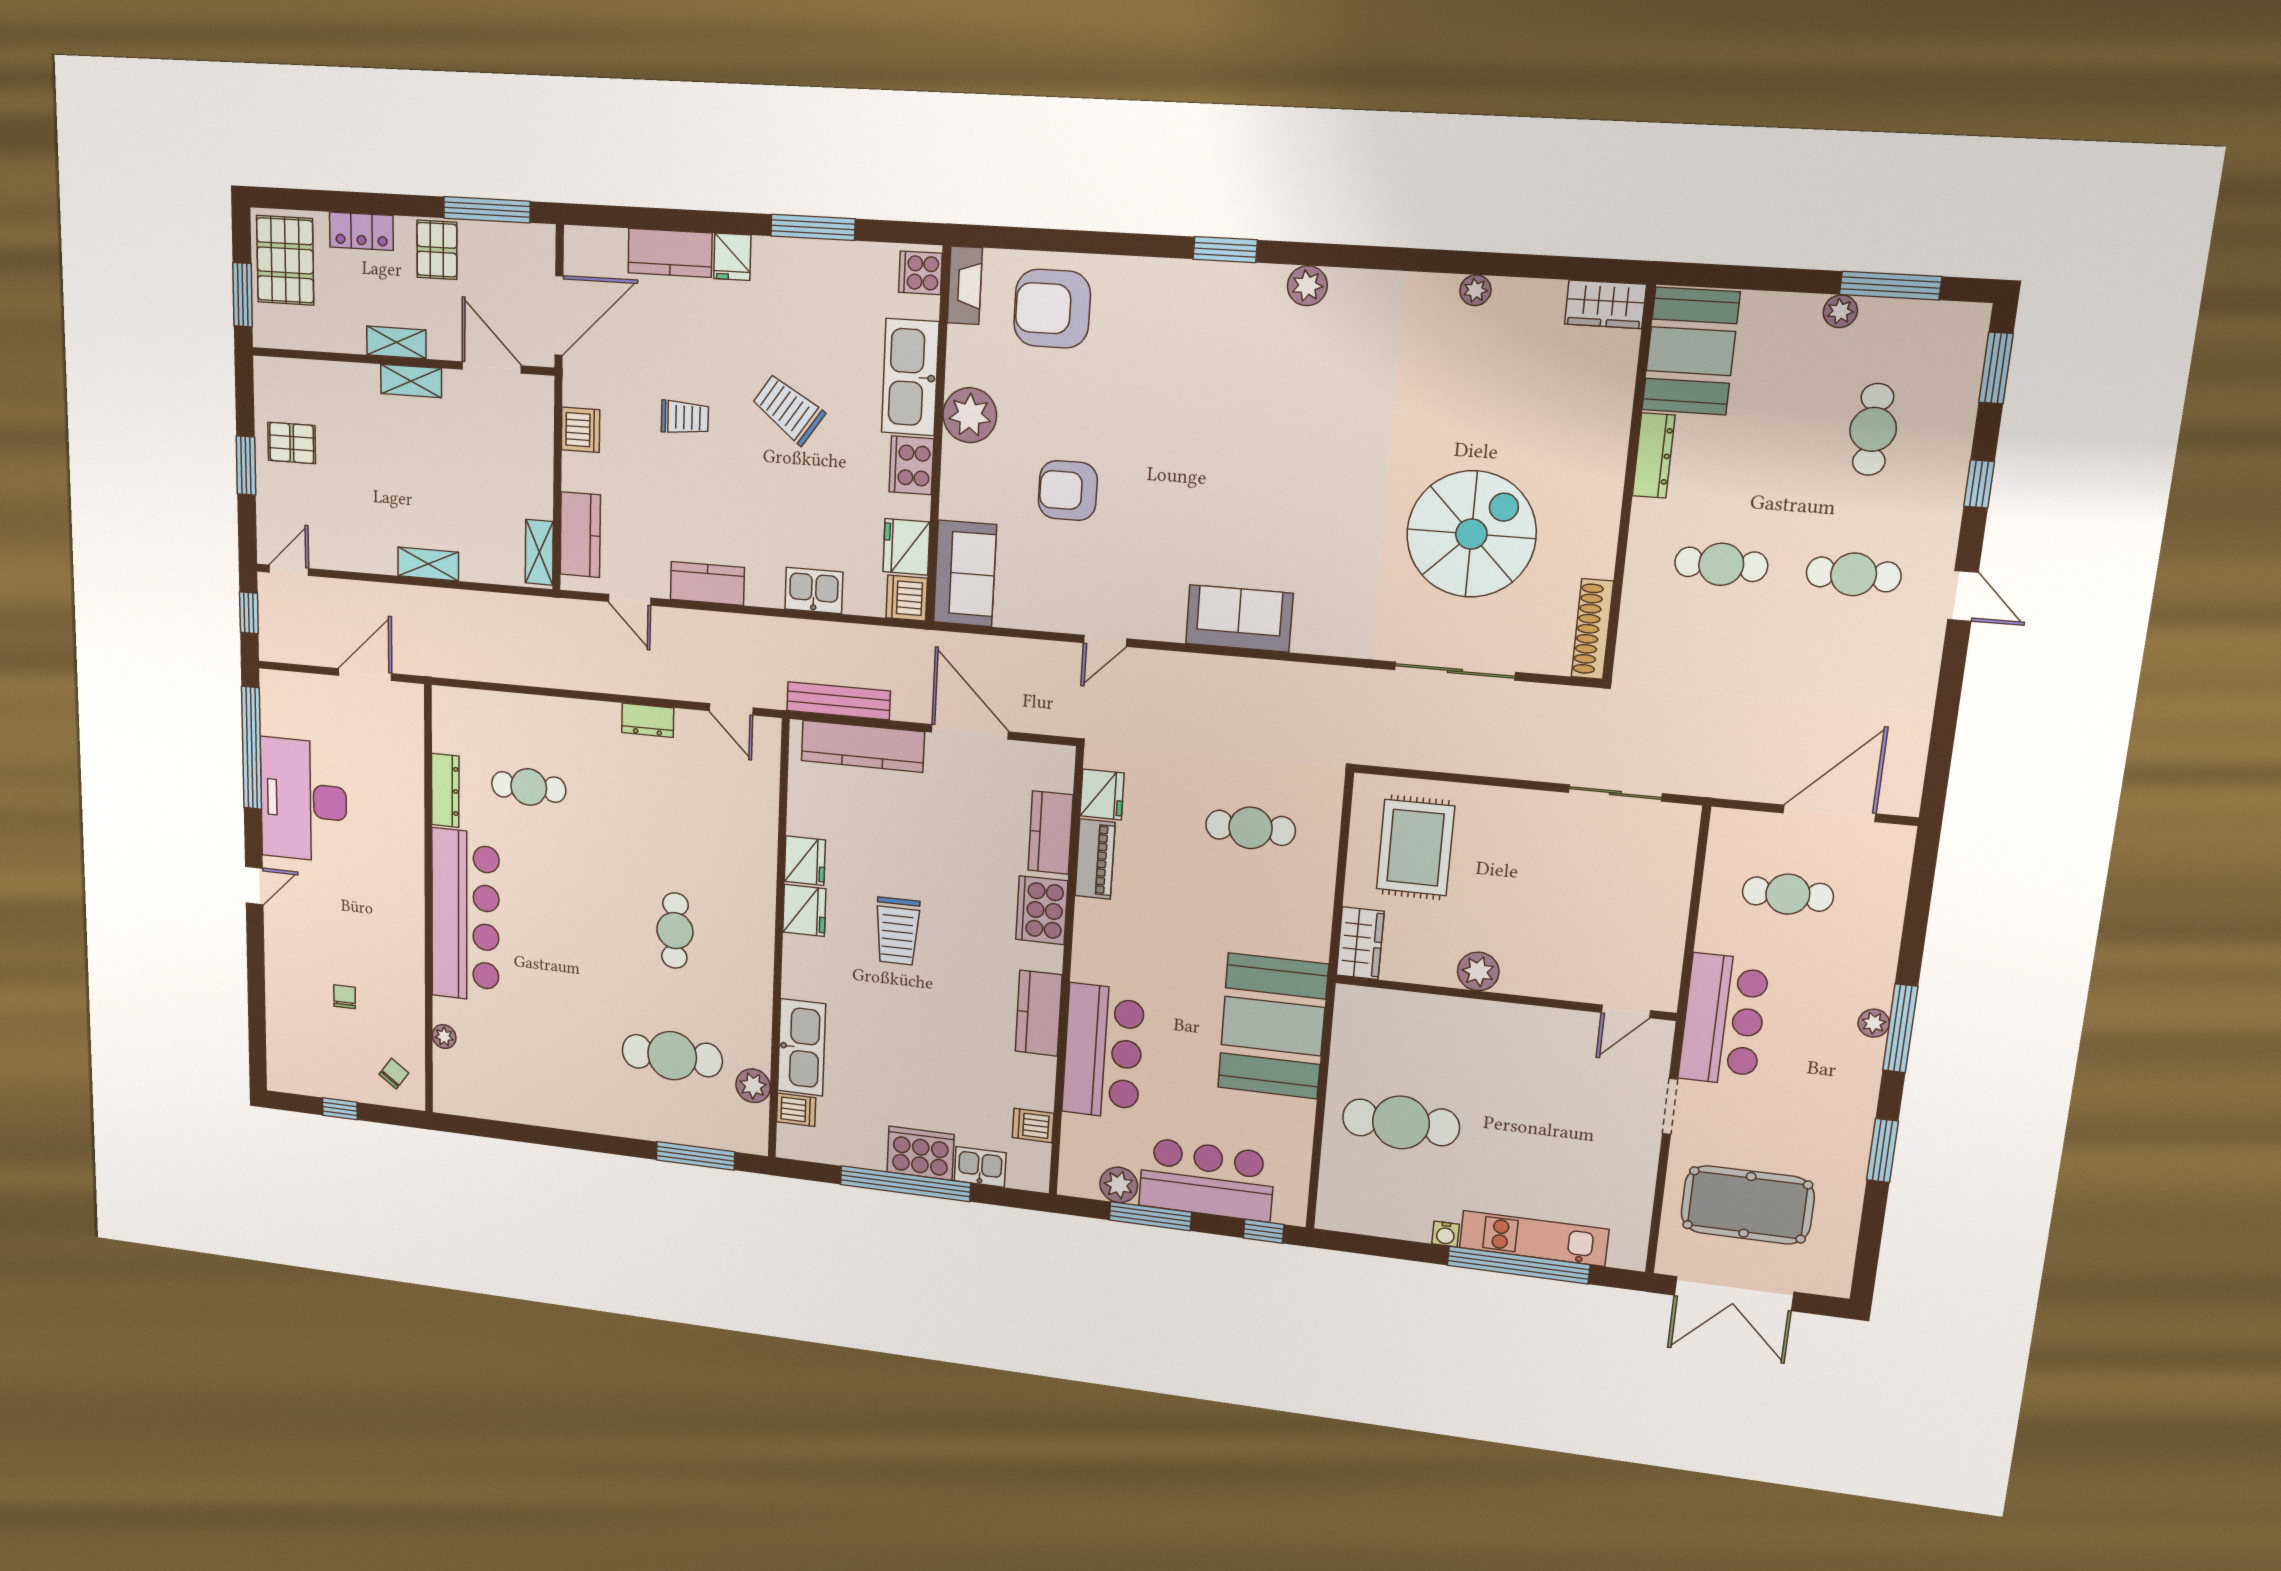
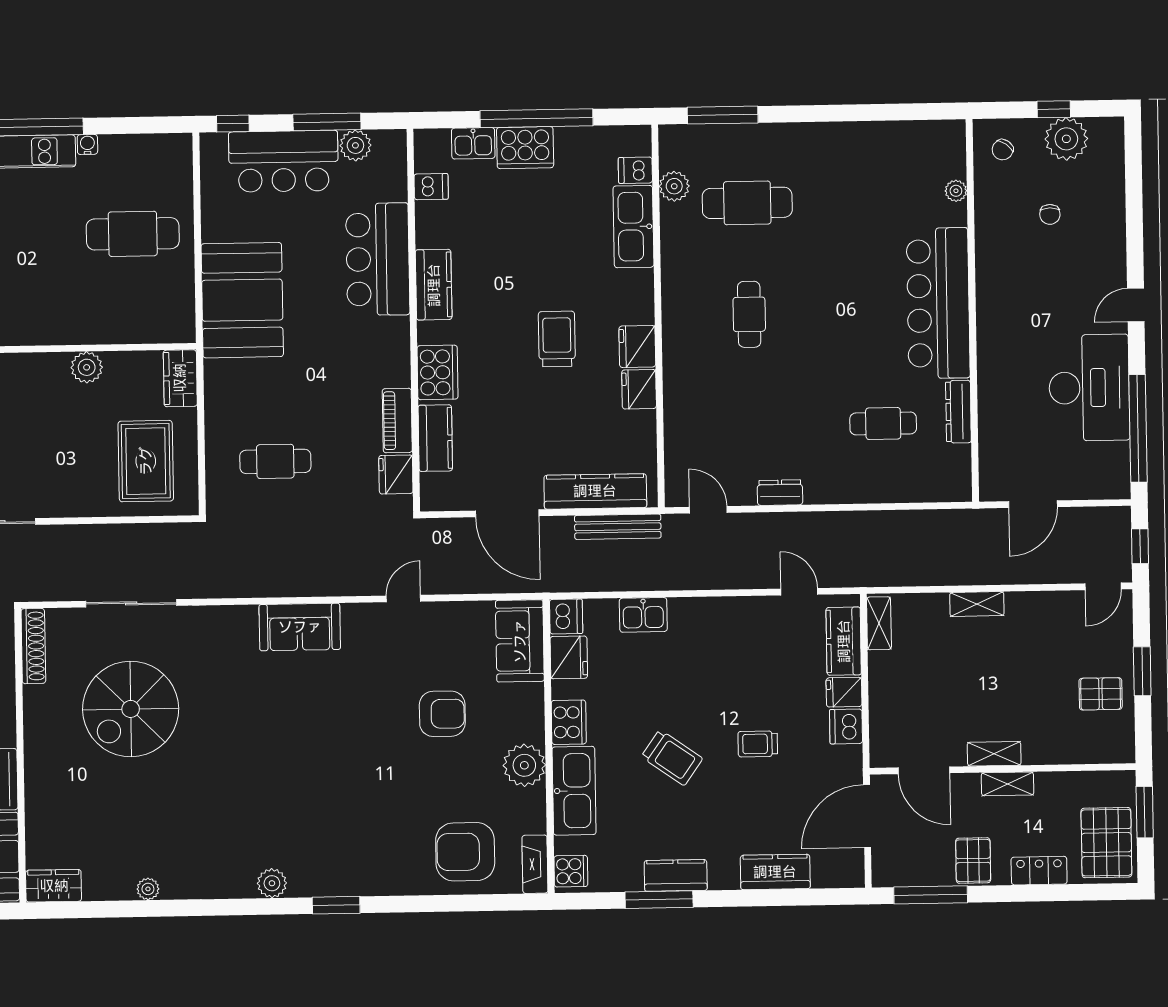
fridge: (732, 257) -> (844, 692), moved, turned -90
armchair: (1052, 309) -> (465, 852), turned 180
kitchen counter: (707, 583) -> (676, 875), moved, turned 180
plant: (327, 1075) -> (1066, 139), added

